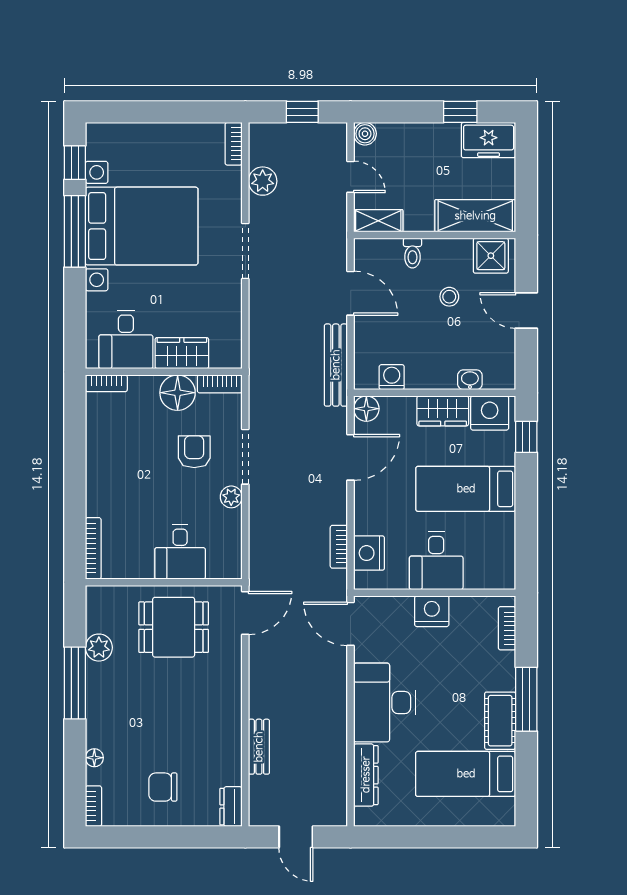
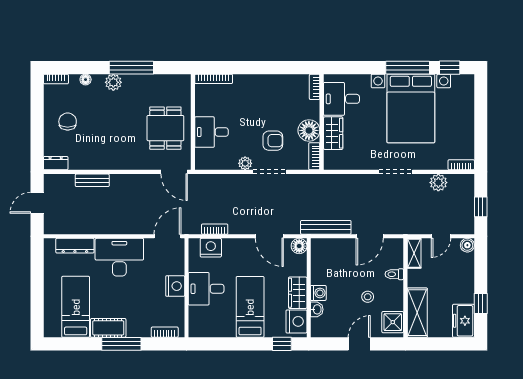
washing machine: (392, 377) -> (318, 293), moved
plant: (99, 648) -> (113, 82), moved

